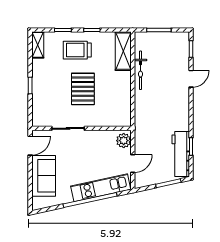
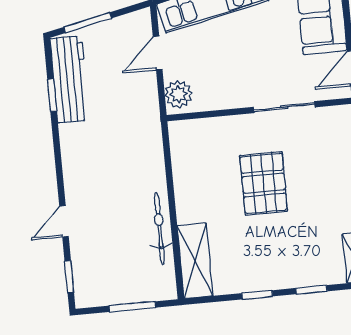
trolley: (77, 50) -> (281, 255), removed

